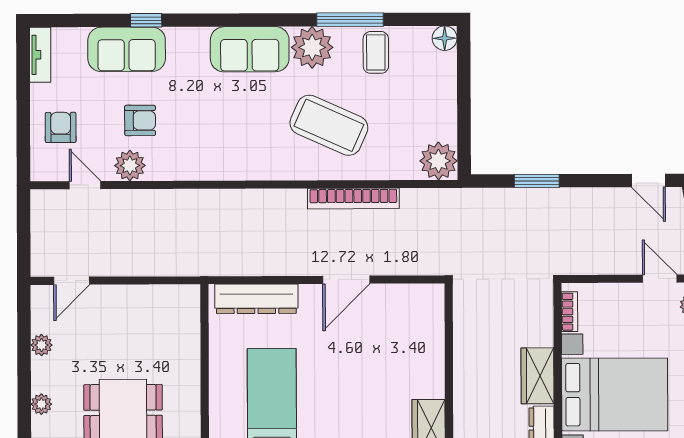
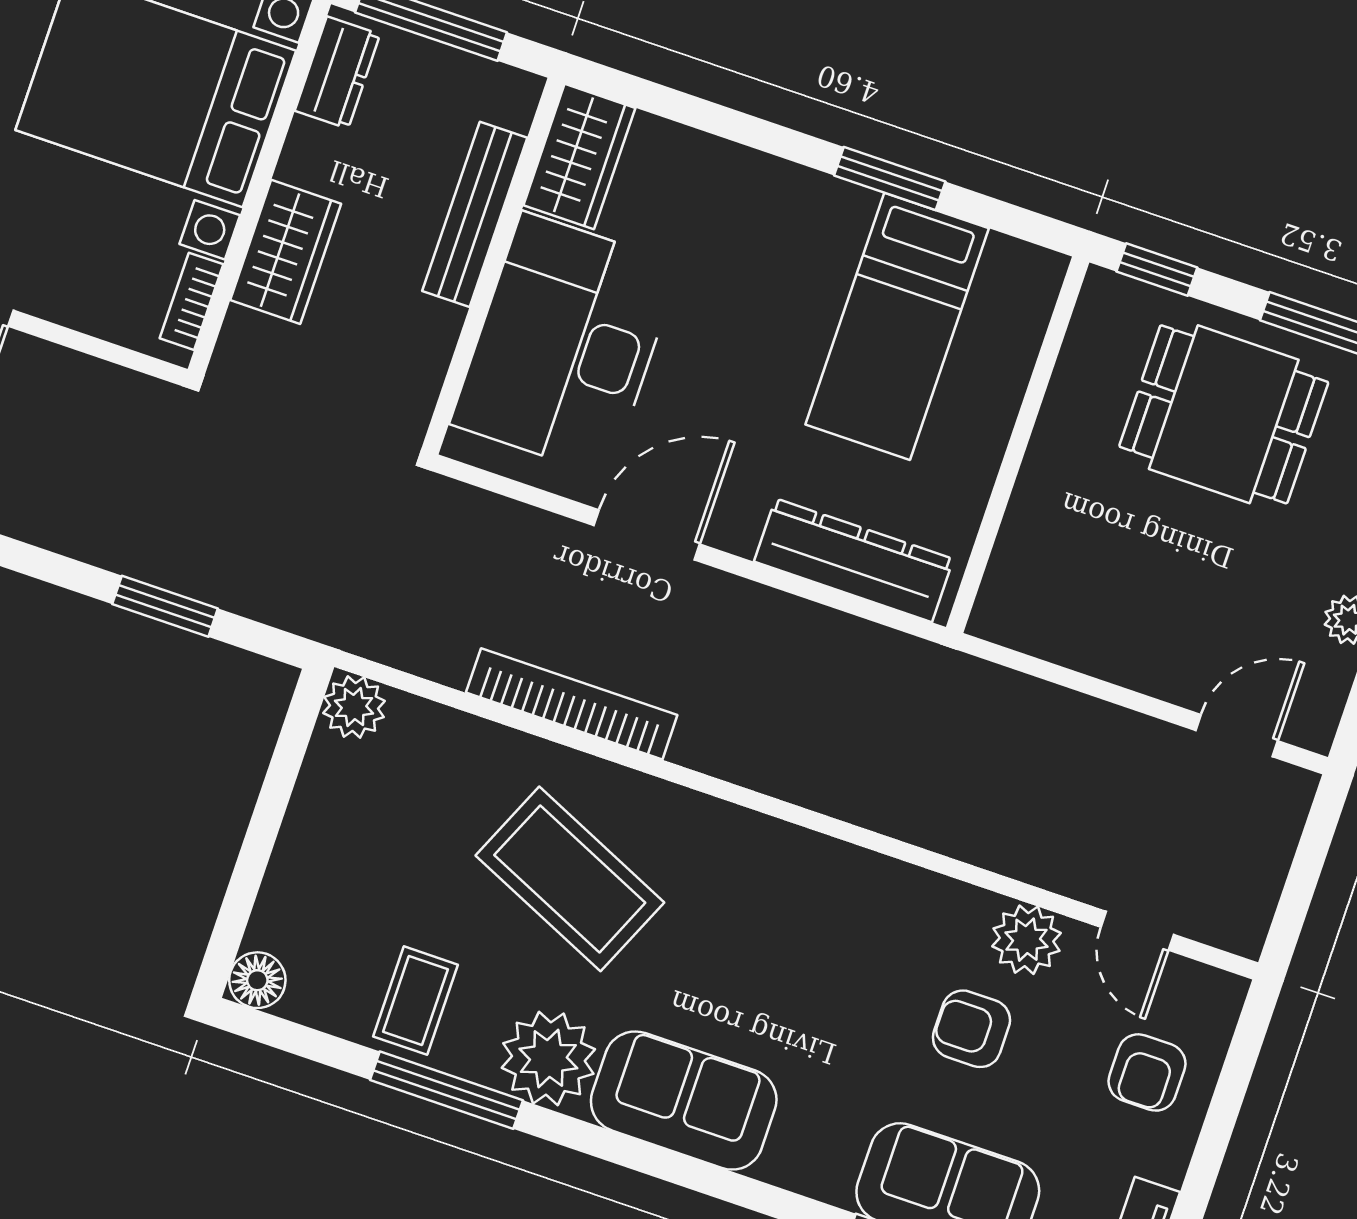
plant: (438, 161) -> (354, 707), width x0.73, depth x0.73
desk: (407, 347) -> (565, 344), added
wardrobe: (537, 376) -> (286, 252), moved
bench: (464, 389) -> (475, 214), added

